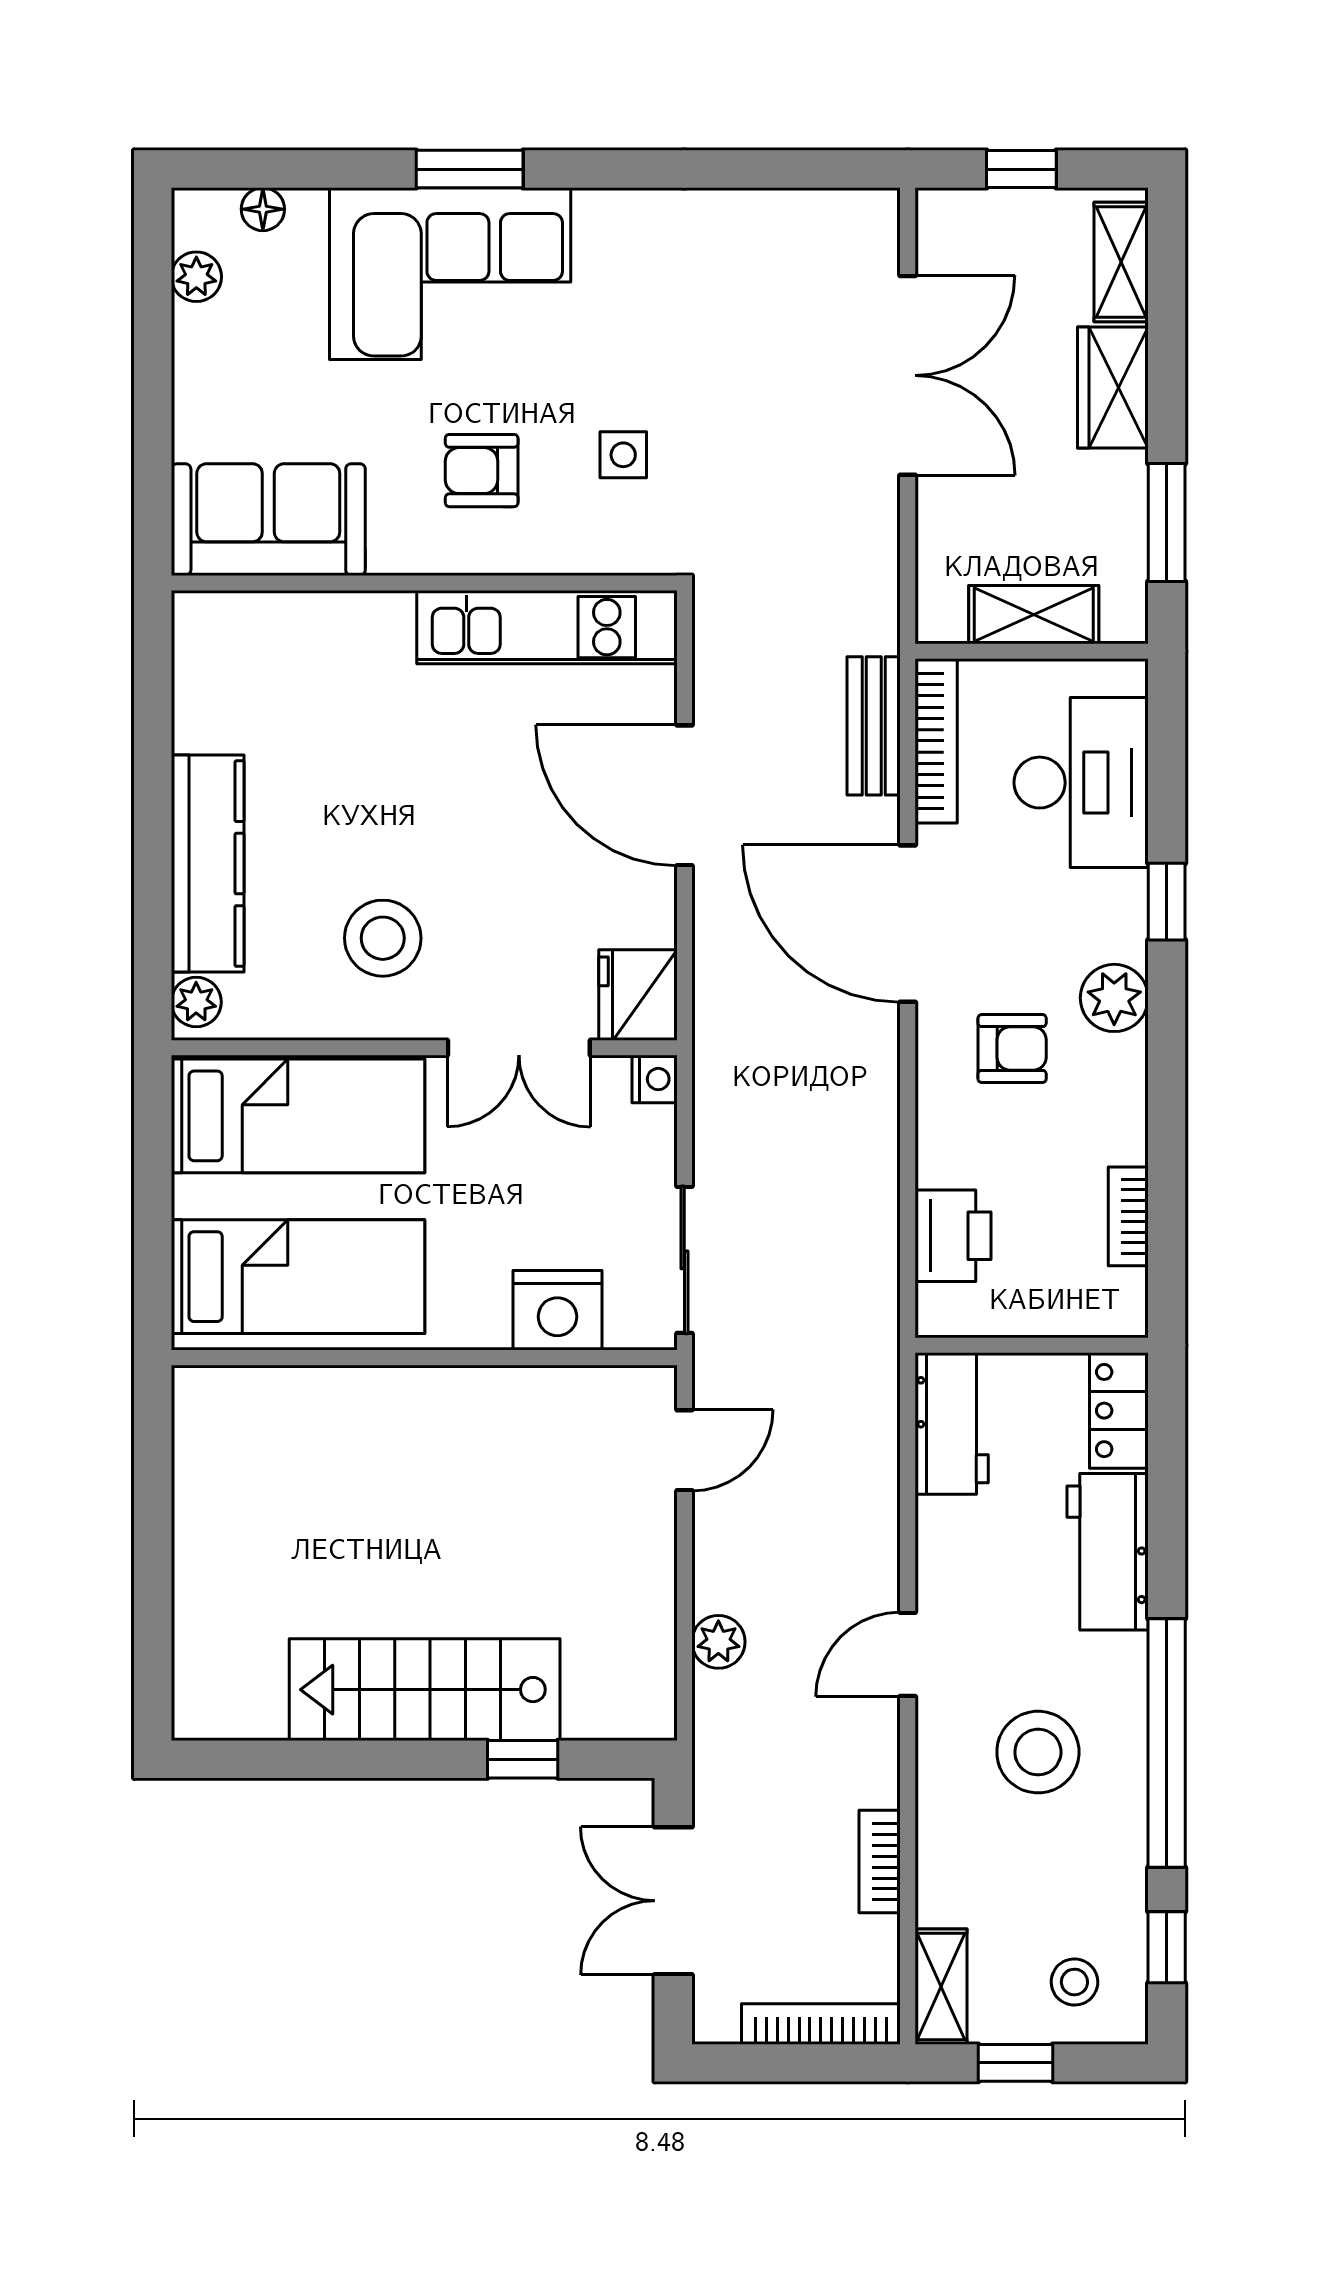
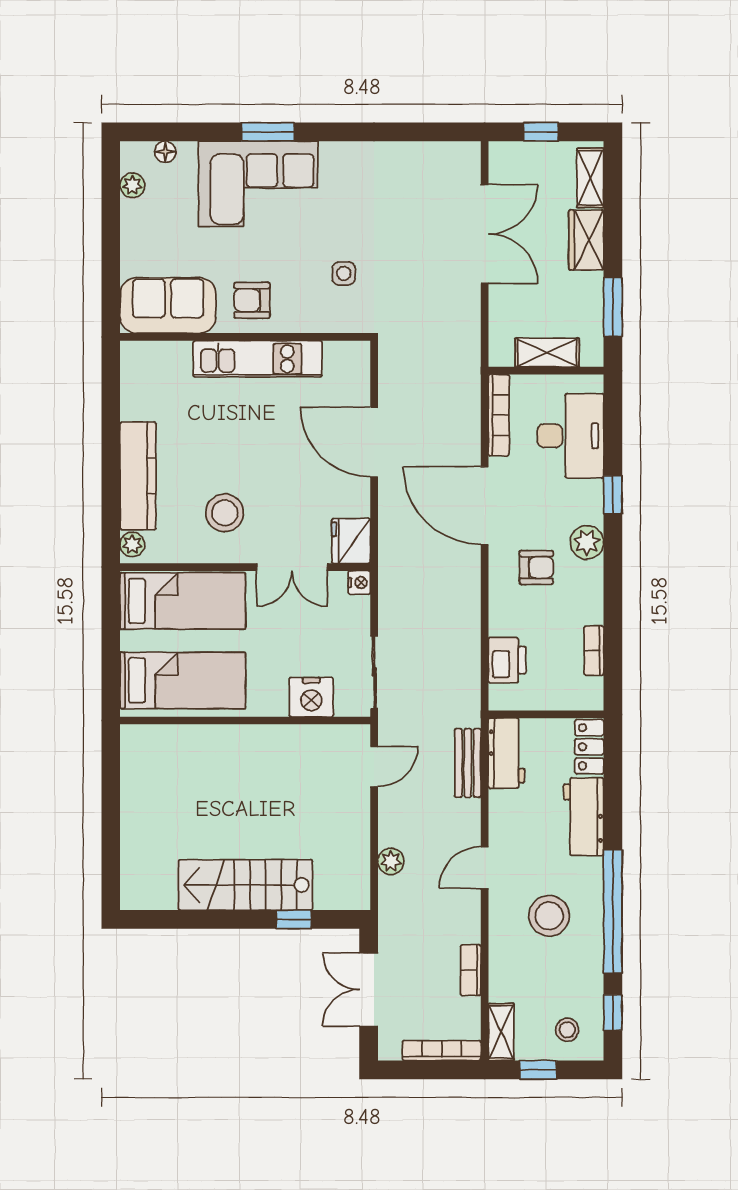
armchair: (482, 471) -> (252, 300), moved
kitchen unit: (547, 627) -> (258, 359), moved
bench: (874, 726) -> (468, 763), moved

